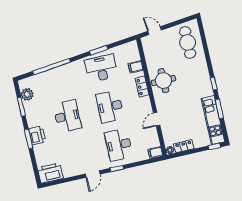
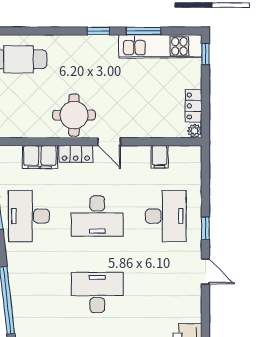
filing cabinet: (136, 67) -> (40, 157), width x2.00
door: (157, 119) -> (109, 142), moved
desk: (119, 145) -> (166, 216), turned -90
filing cabinet: (155, 153) -> (159, 157), moved

